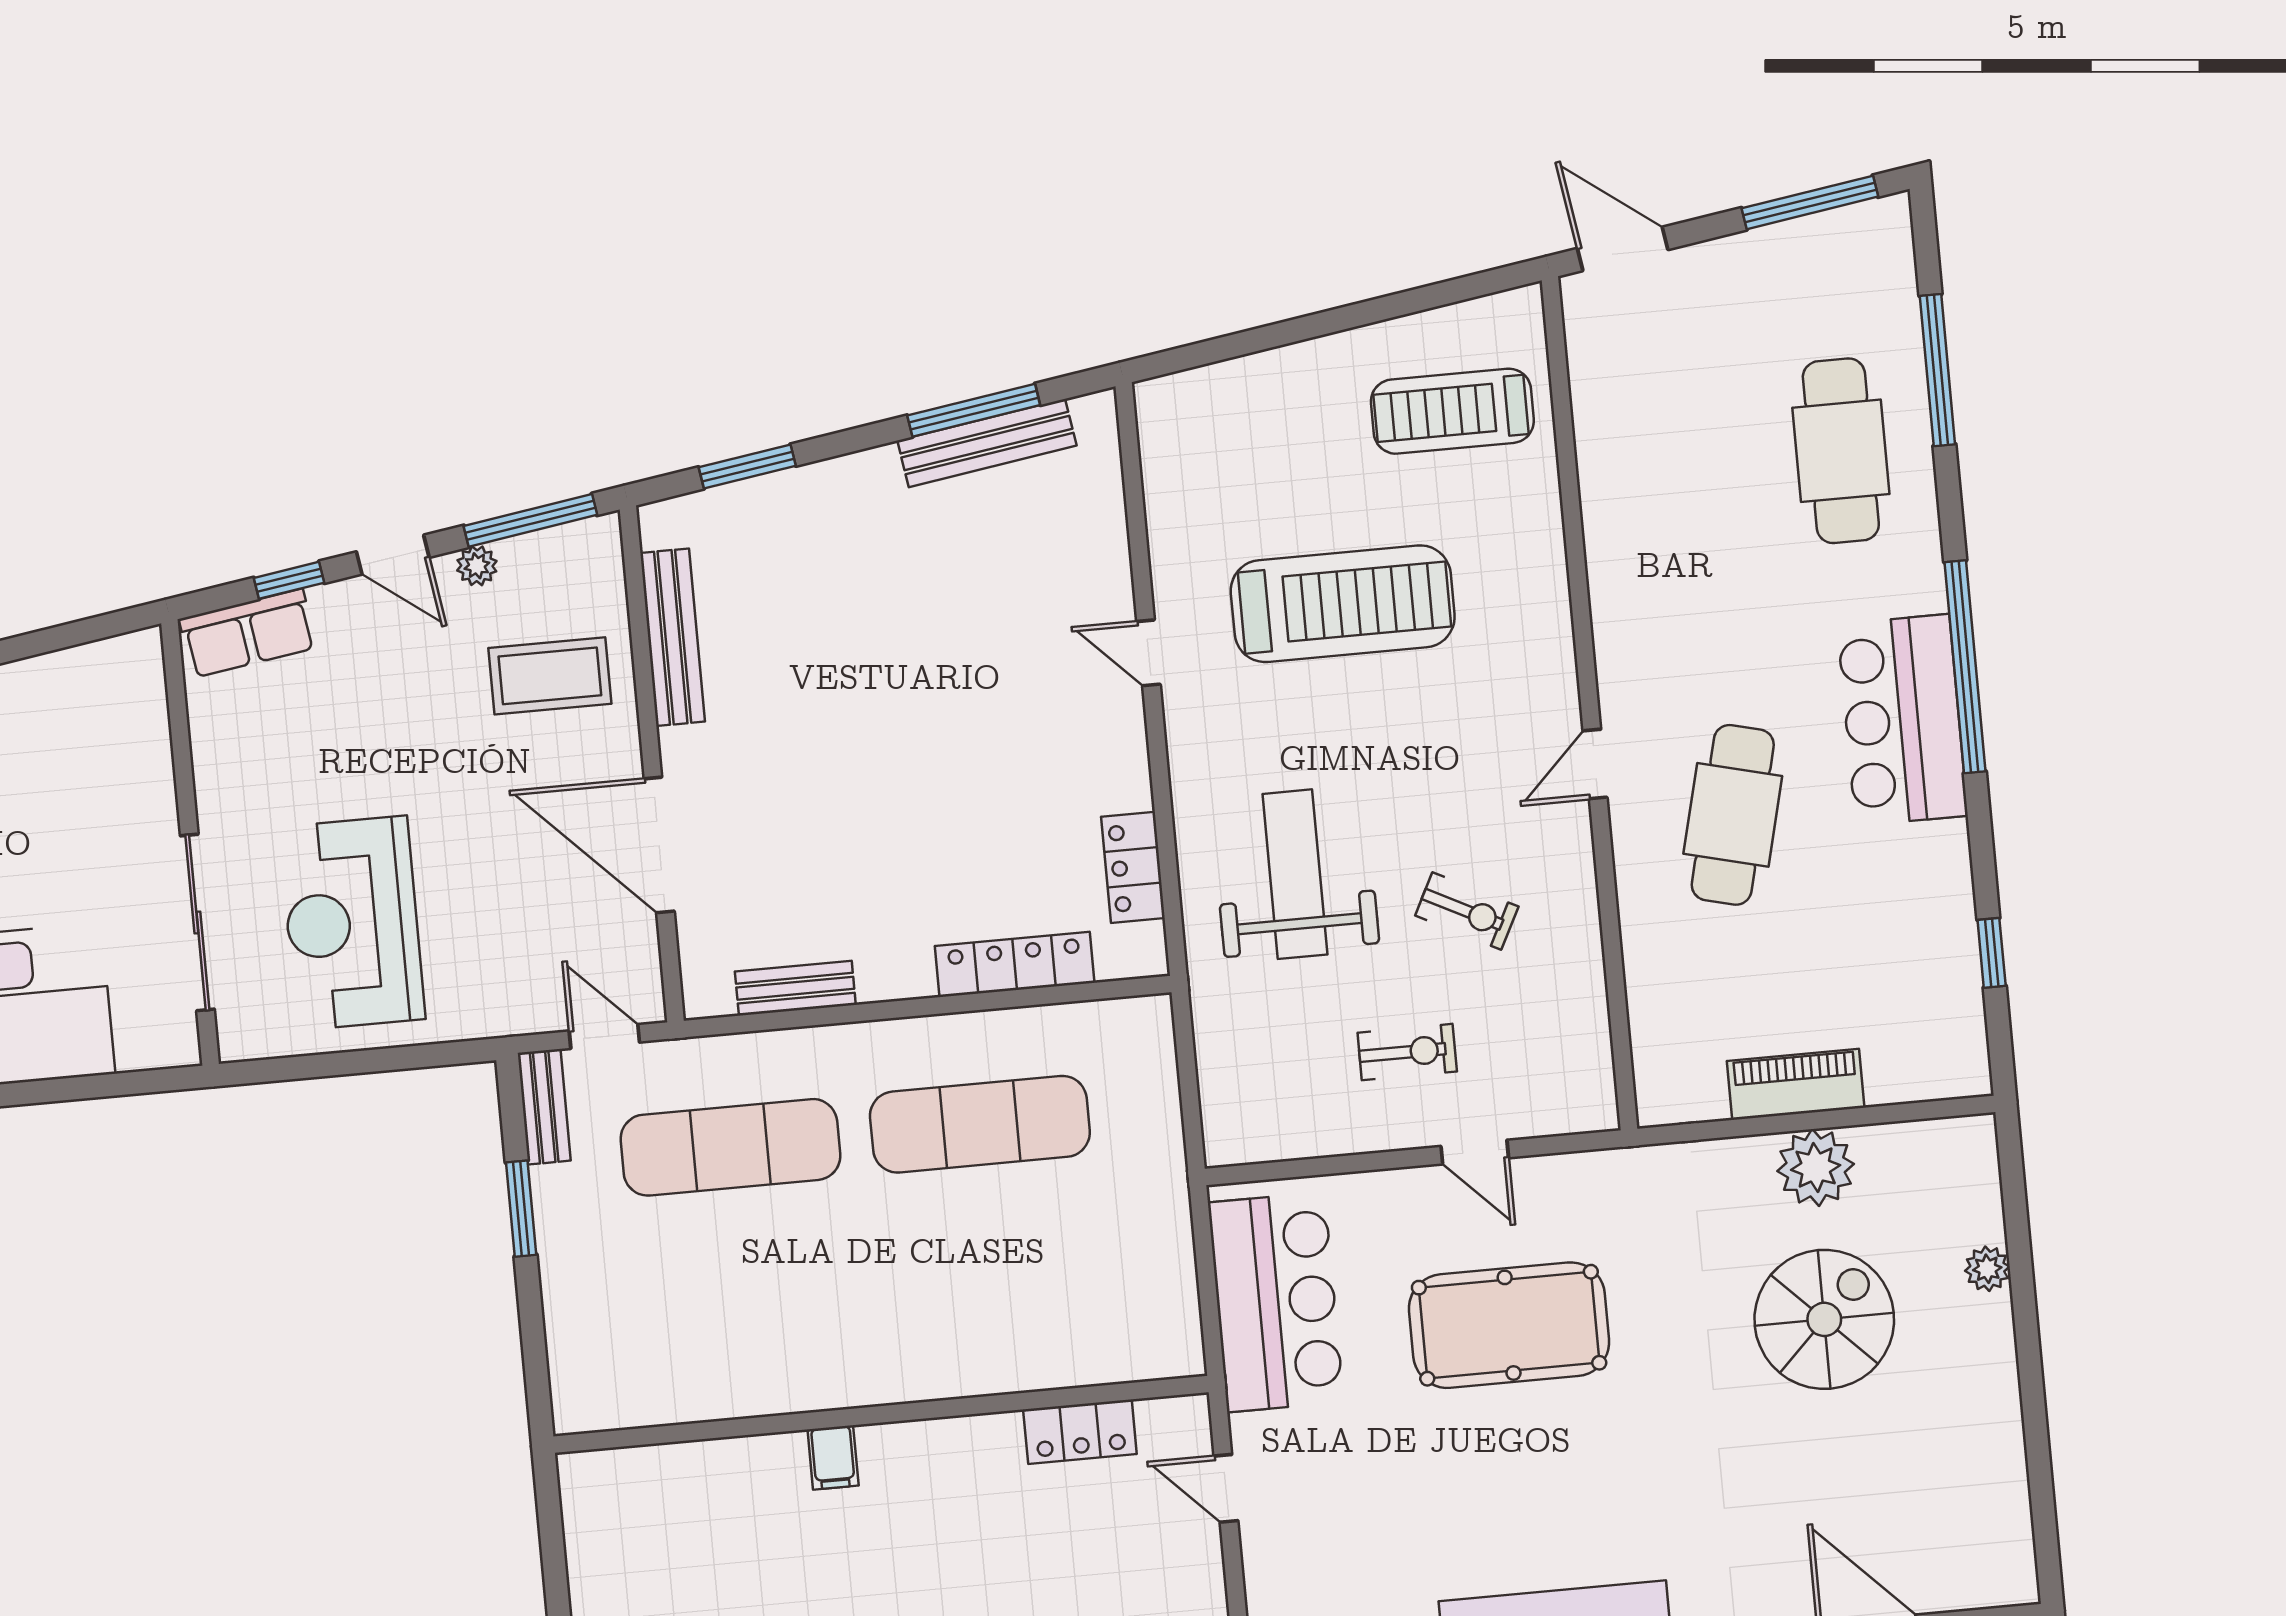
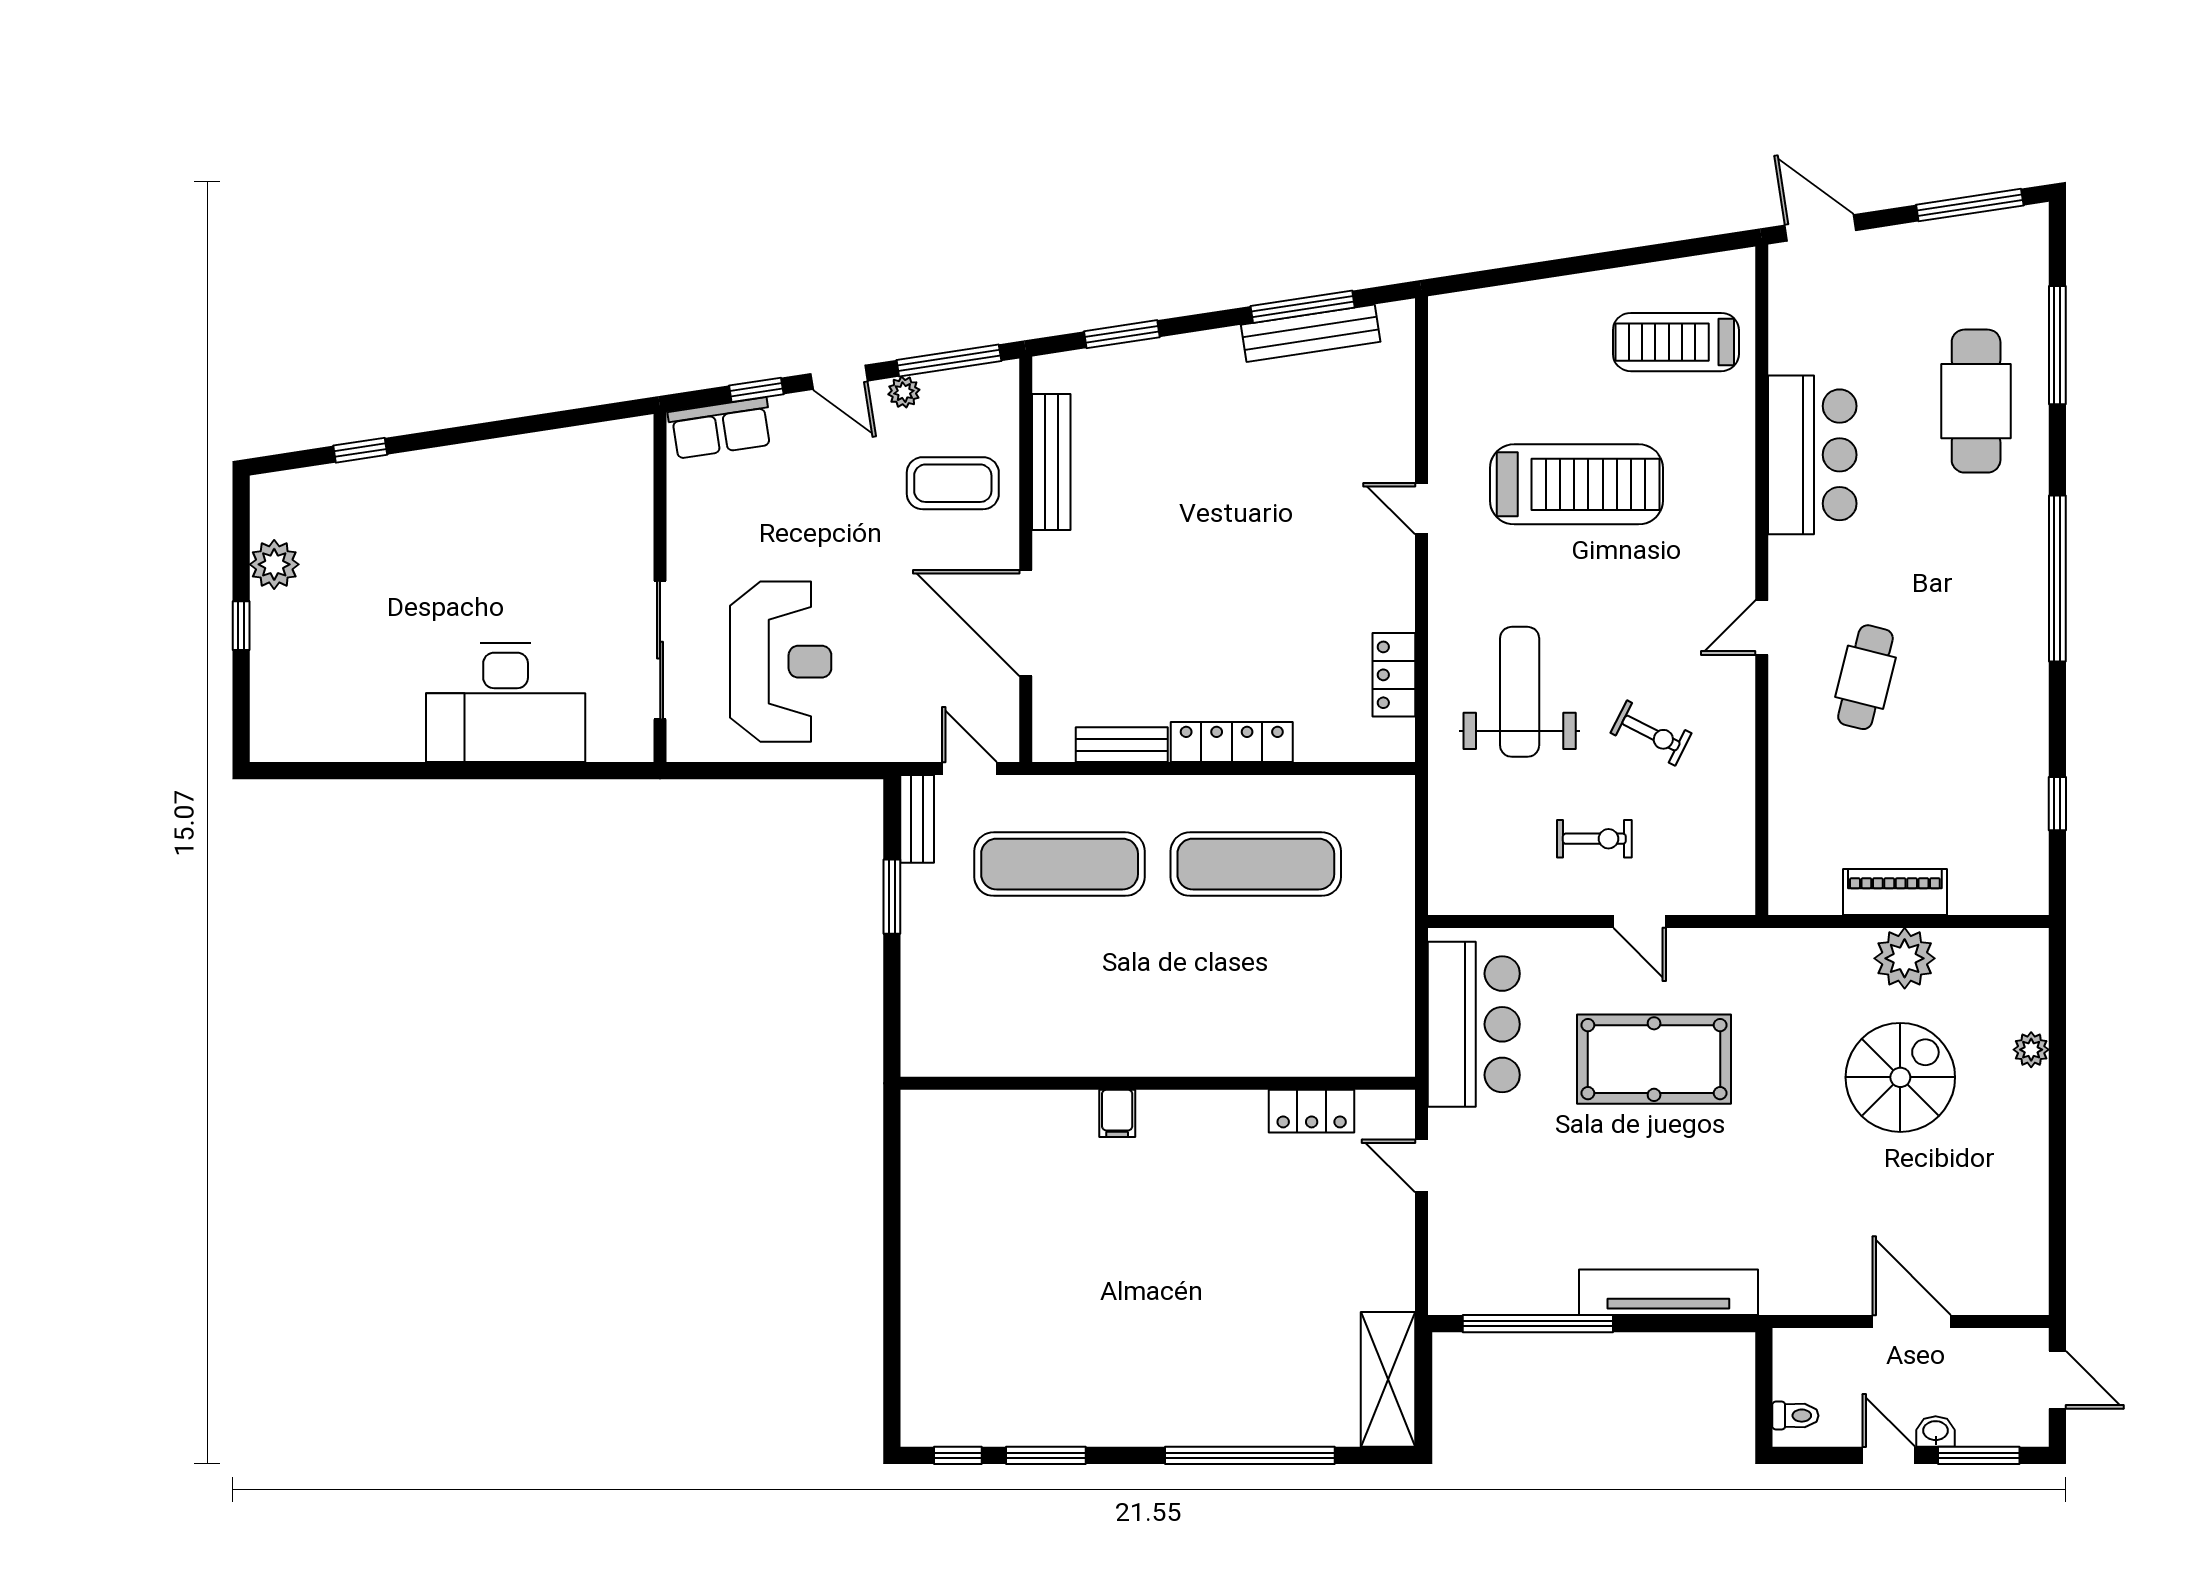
bar counter: (1902, 720) -> (1812, 455), moved, turned 180
cafe table: (1733, 815) -> (1865, 677), width x0.73, depth x0.74
reception desk: (352, 923) -> (781, 662), turned 180
locker: (1015, 964) -> (1232, 742), moved

